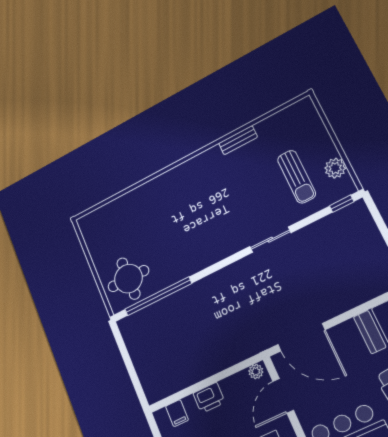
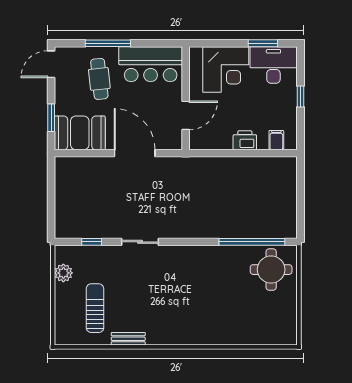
sun lounger: (296, 177) -> (95, 308), moved
window: (342, 204) -> (92, 242), moved
door: (301, 337) -> (135, 153), moved
plant: (256, 372) -> (198, 144), removed

